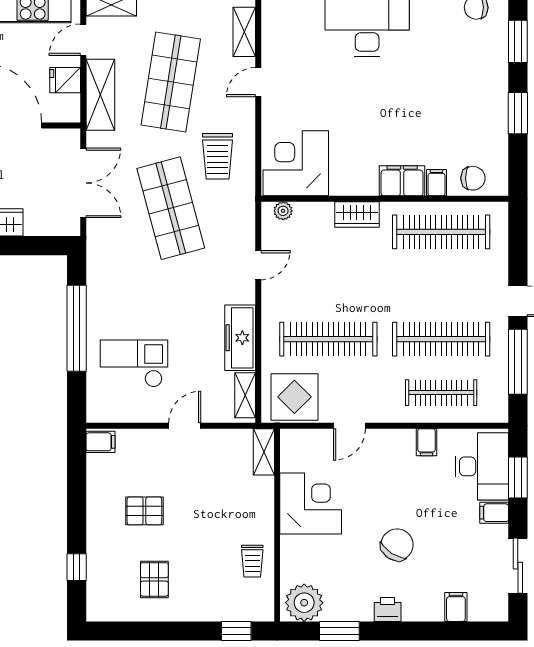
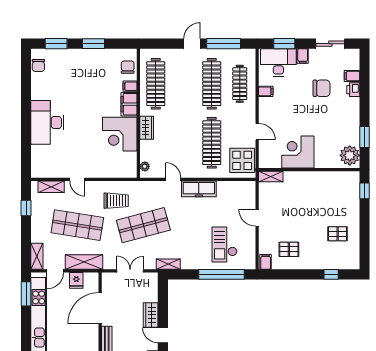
door: (83, 40) -> (55, 271), hinge flipped
corner desk: (296, 163) -> (120, 134), moved
double door: (83, 183) -> (130, 271), width x0.73
window: (77, 328) -> (222, 274), moved
freezer: (240, 338) -> (199, 189), moved
shelving: (245, 395) -> (168, 264), moved
pallet: (144, 511) -> (289, 249), moved, turned 90
chair: (397, 545) -> (322, 88), moved, turned 147
trolley: (252, 561) -> (328, 183), removed
printer: (388, 610) -> (353, 90), moved

